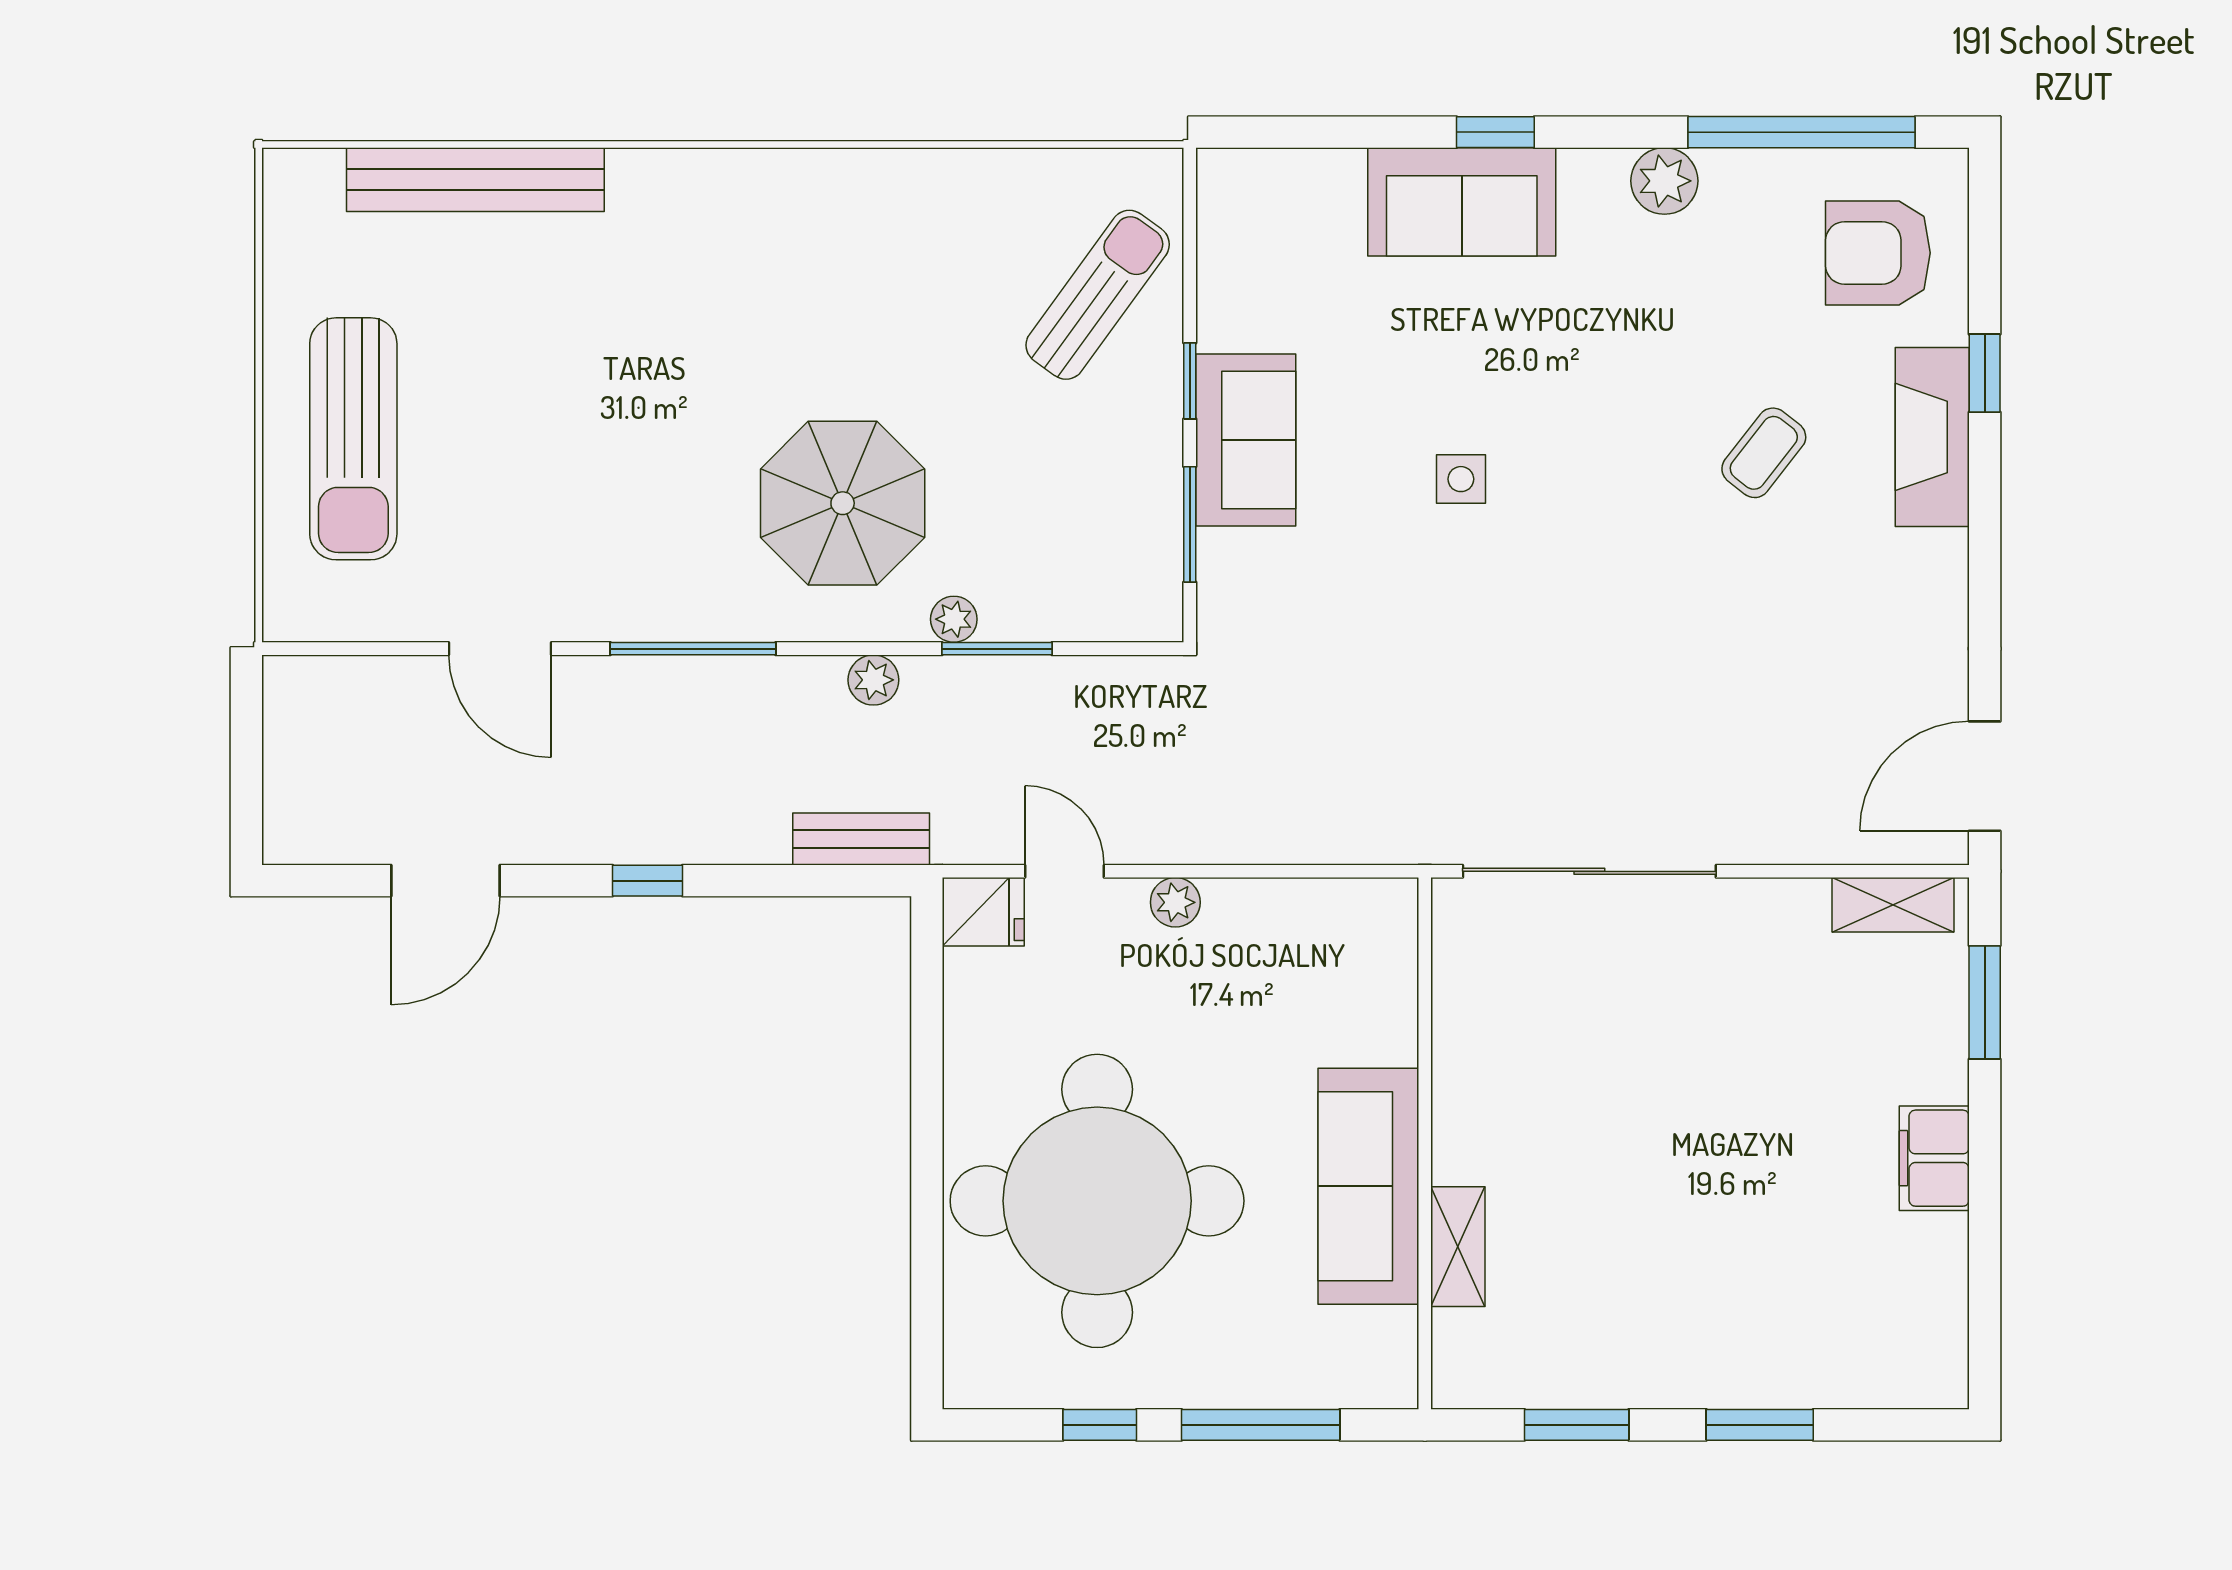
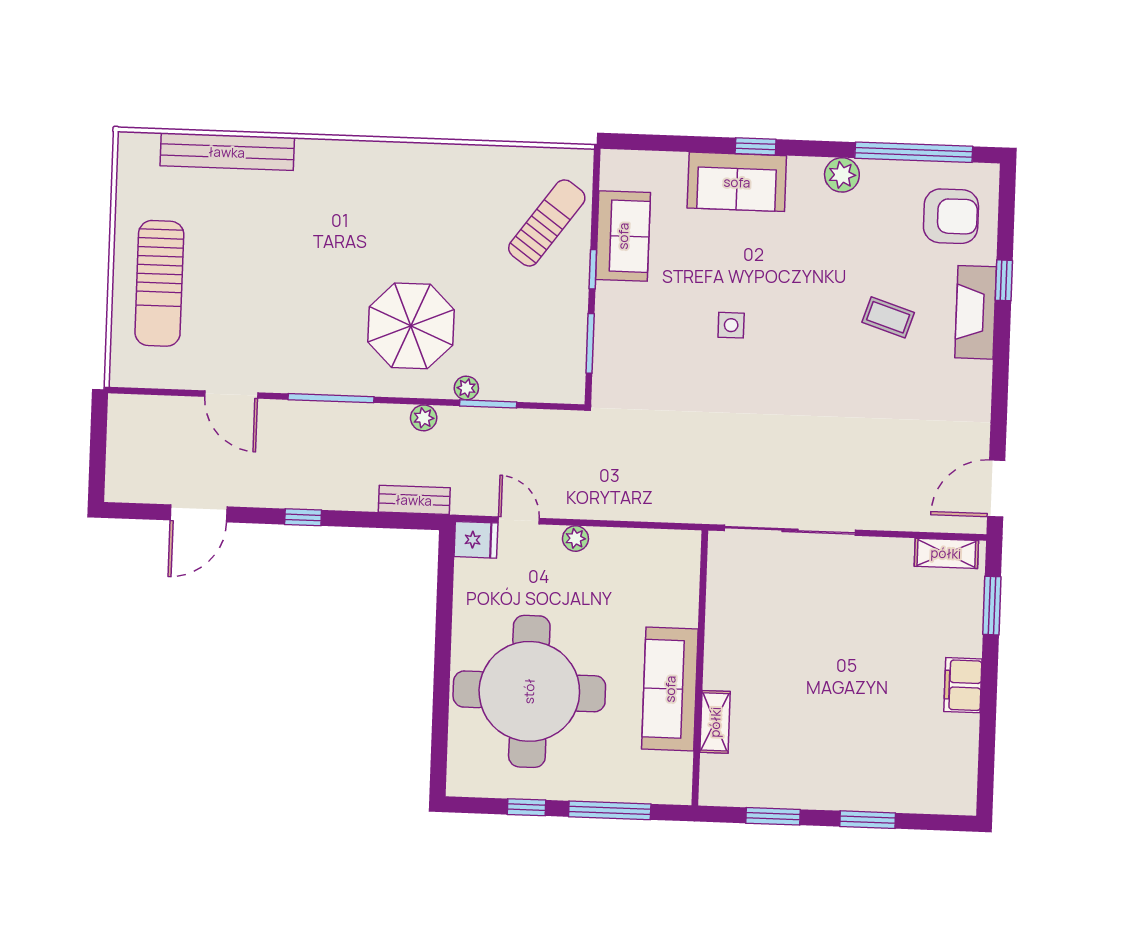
armchair: (1878, 253) -> (951, 216), turned 180
sofa: (1246, 440) -> (623, 236), moved
coffee table: (1764, 453) -> (888, 317), turned 70

